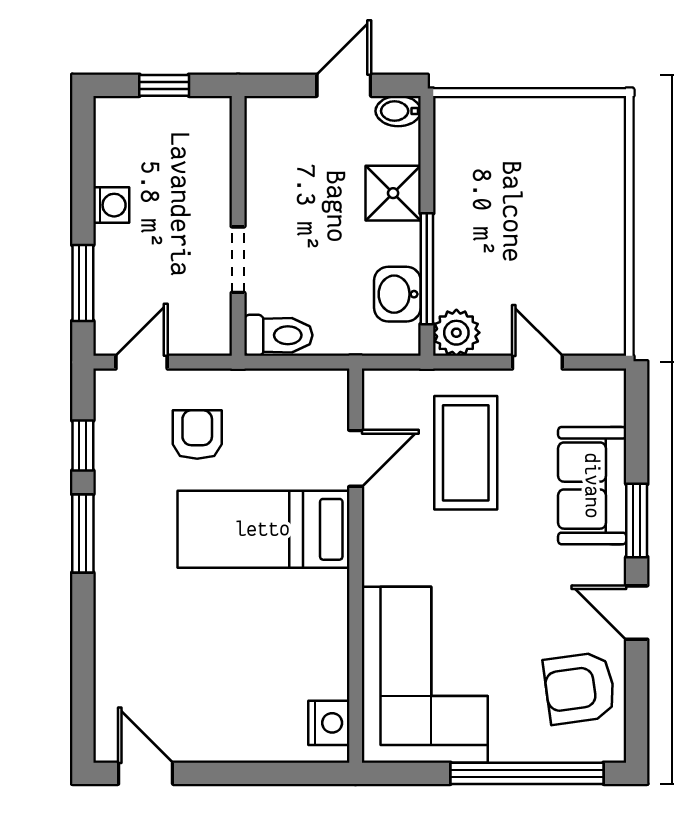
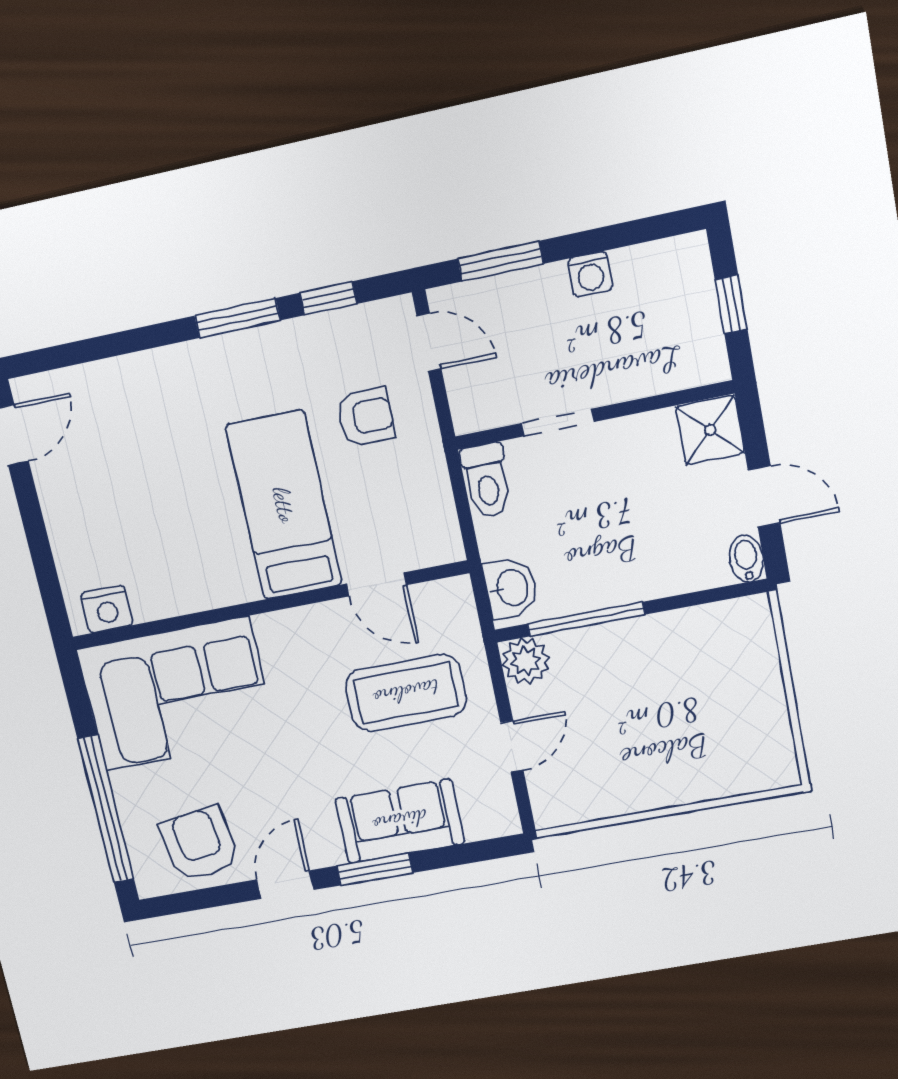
shower: (393, 193) -> (710, 430), moved
washbasin: (397, 294) -> (511, 588), moved, turned 90

